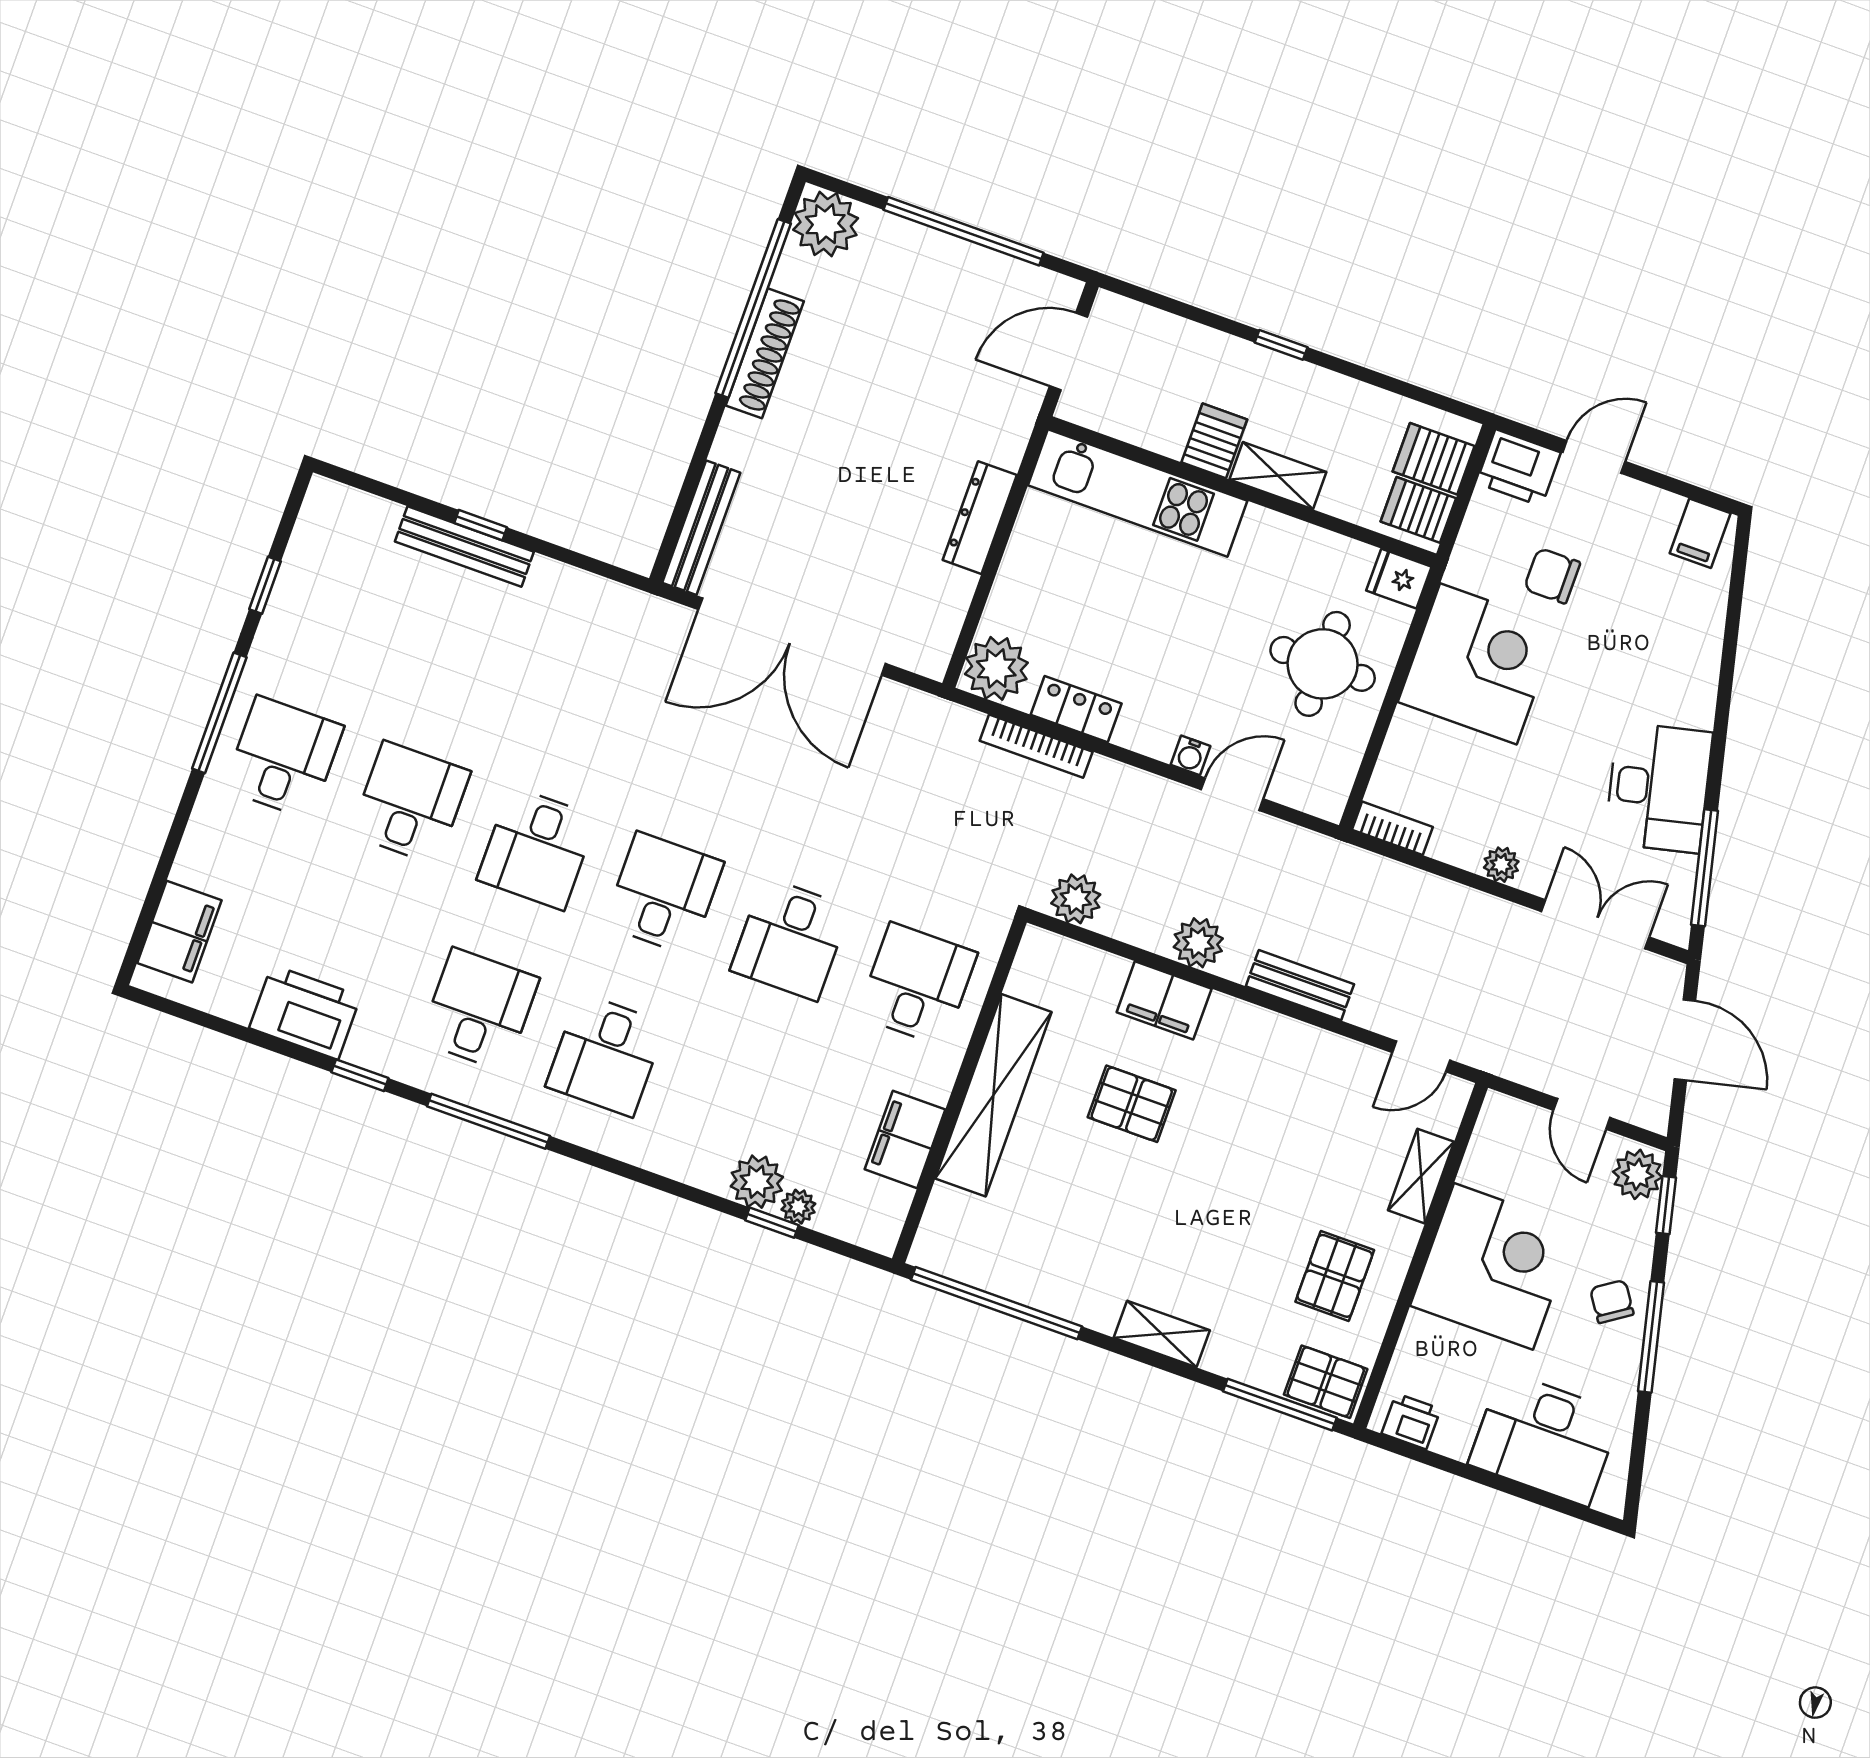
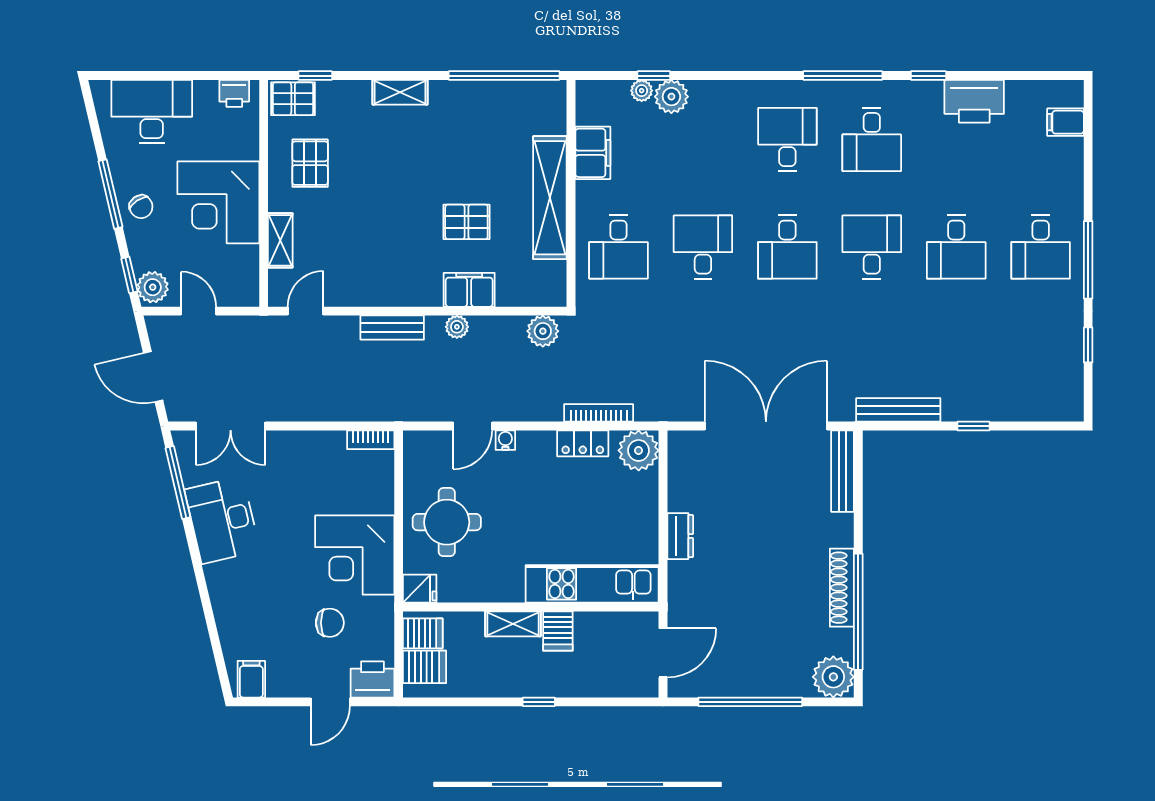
dresser: (980, 518) -> (680, 536), width x0.70
bench: (464, 547) -> (898, 410), moved
plant: (1501, 865) -> (299, 441), removed
filing cabinet: (179, 932) -> (1065, 122), width x0.50
plant: (1198, 943) -> (457, 327), width x0.73, depth x0.73
window: (1280, 1405) -> (315, 76), width x0.46

